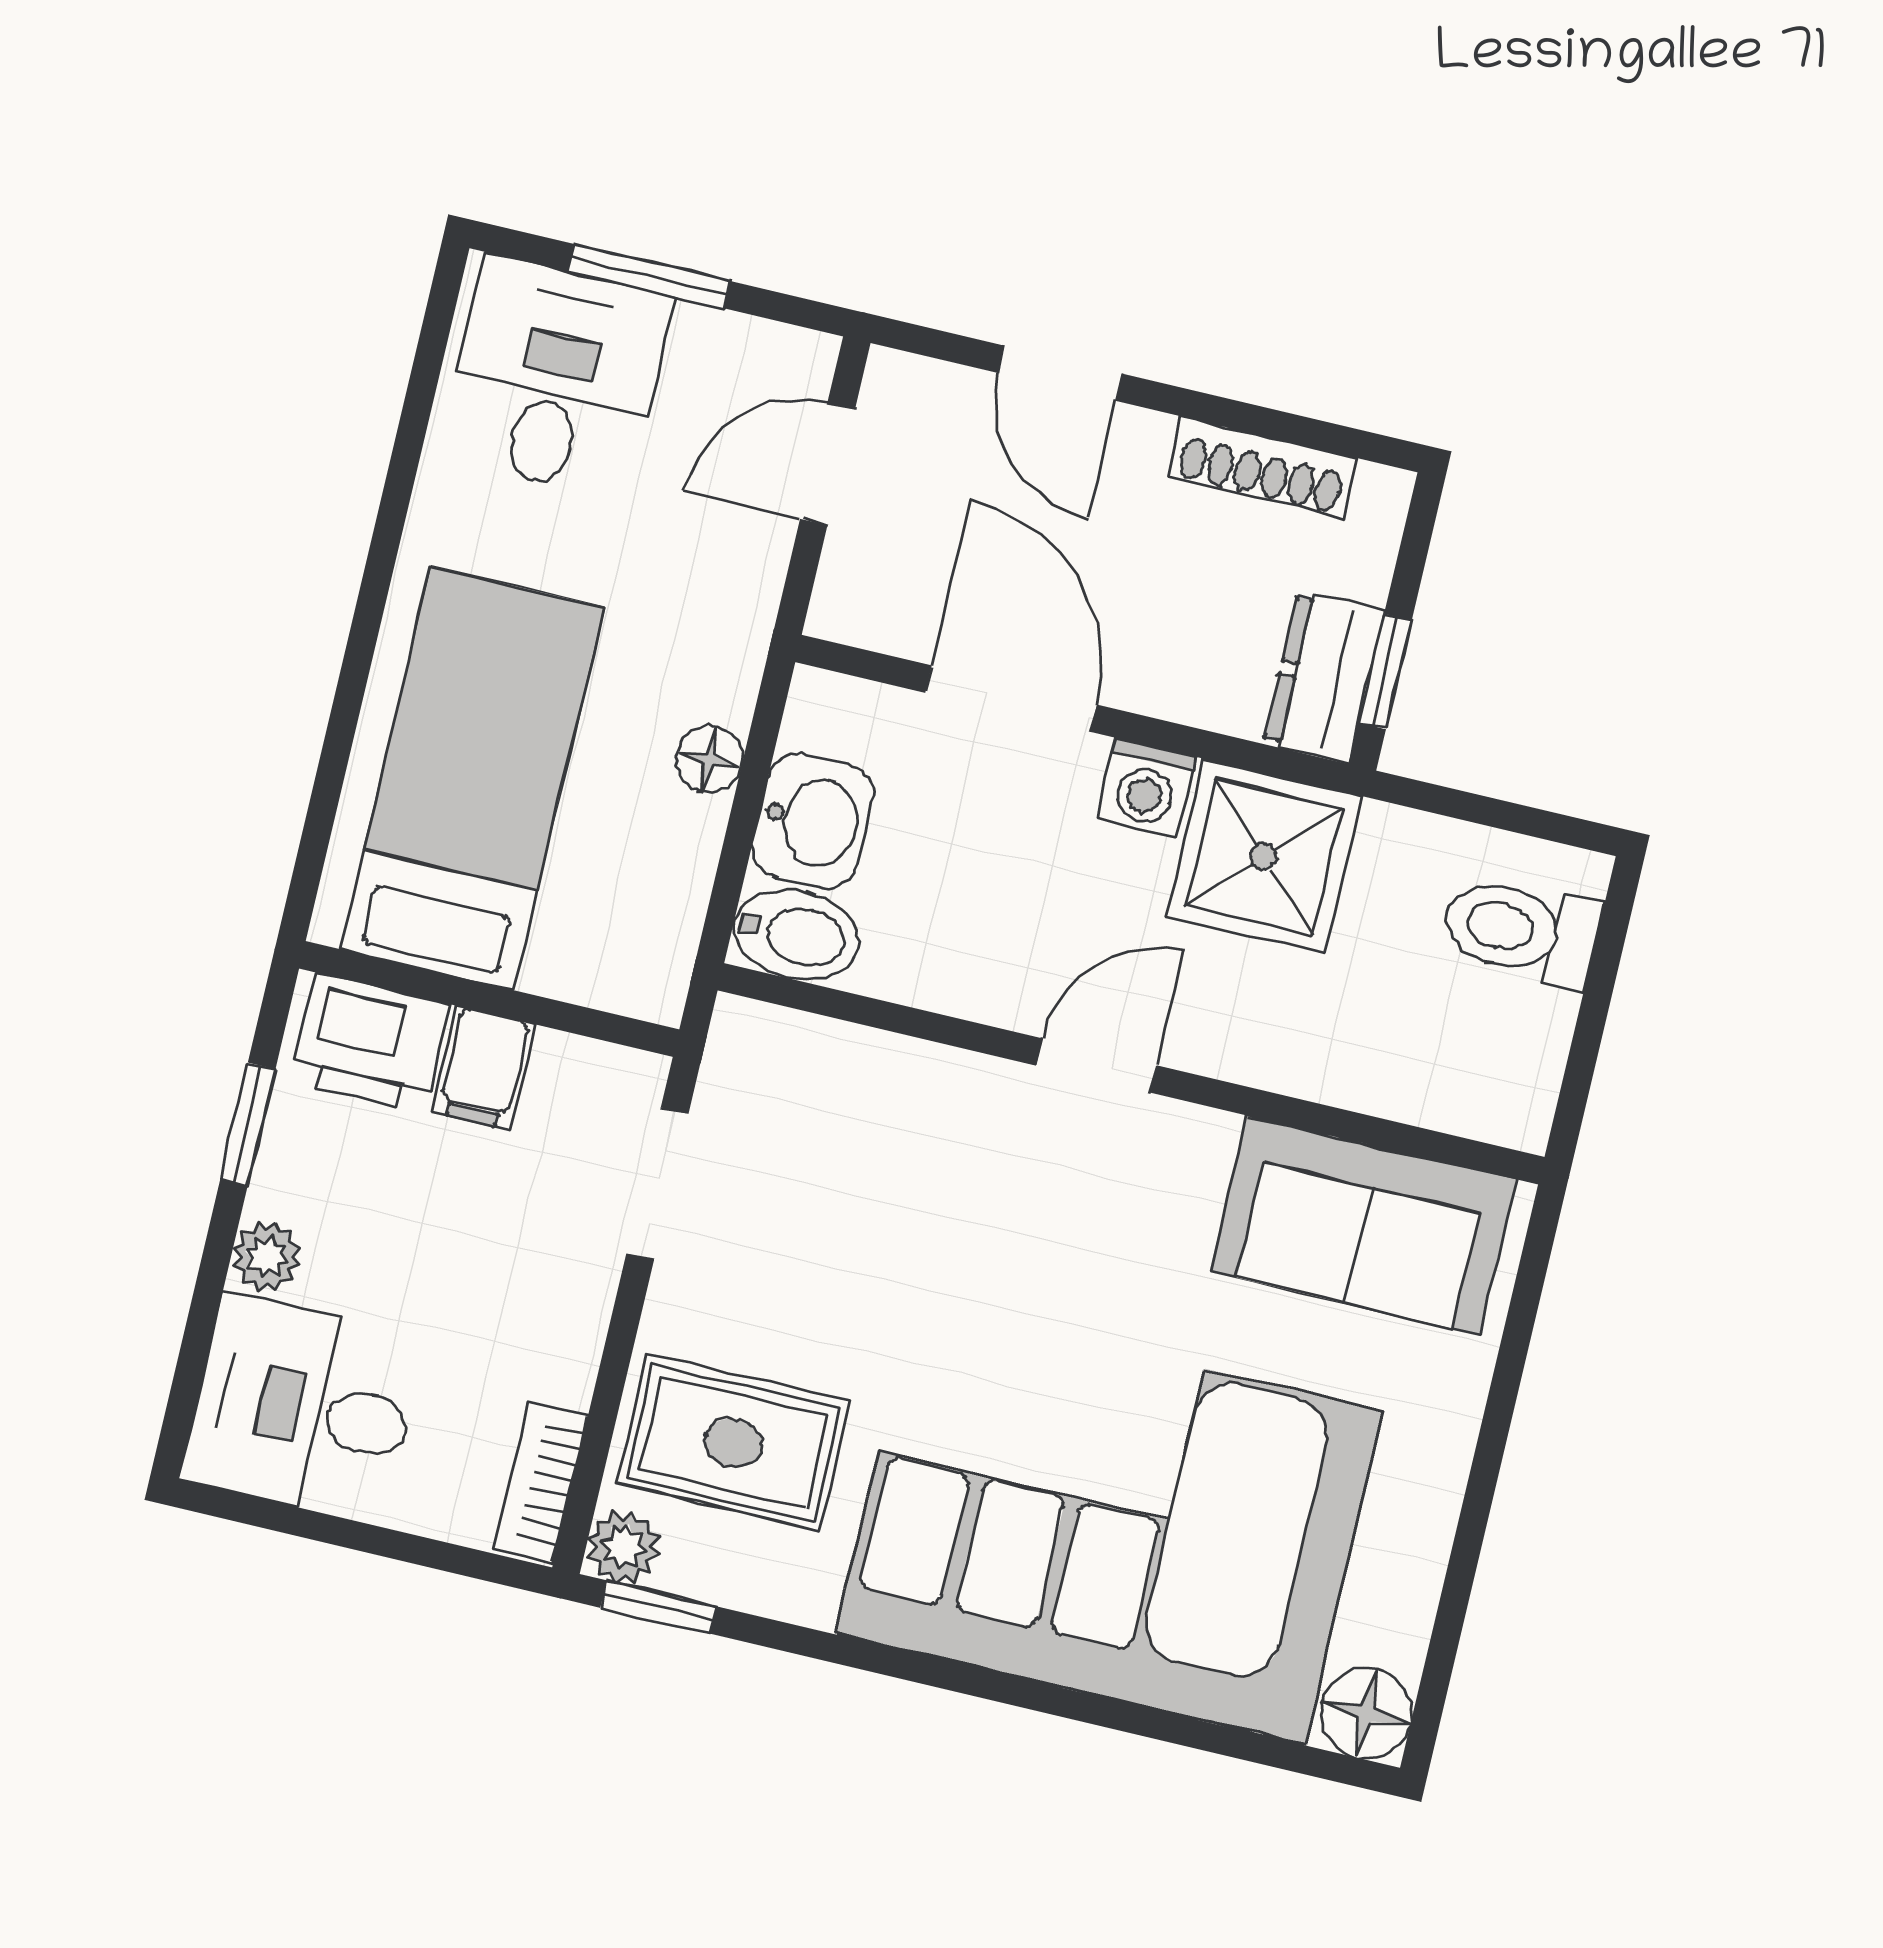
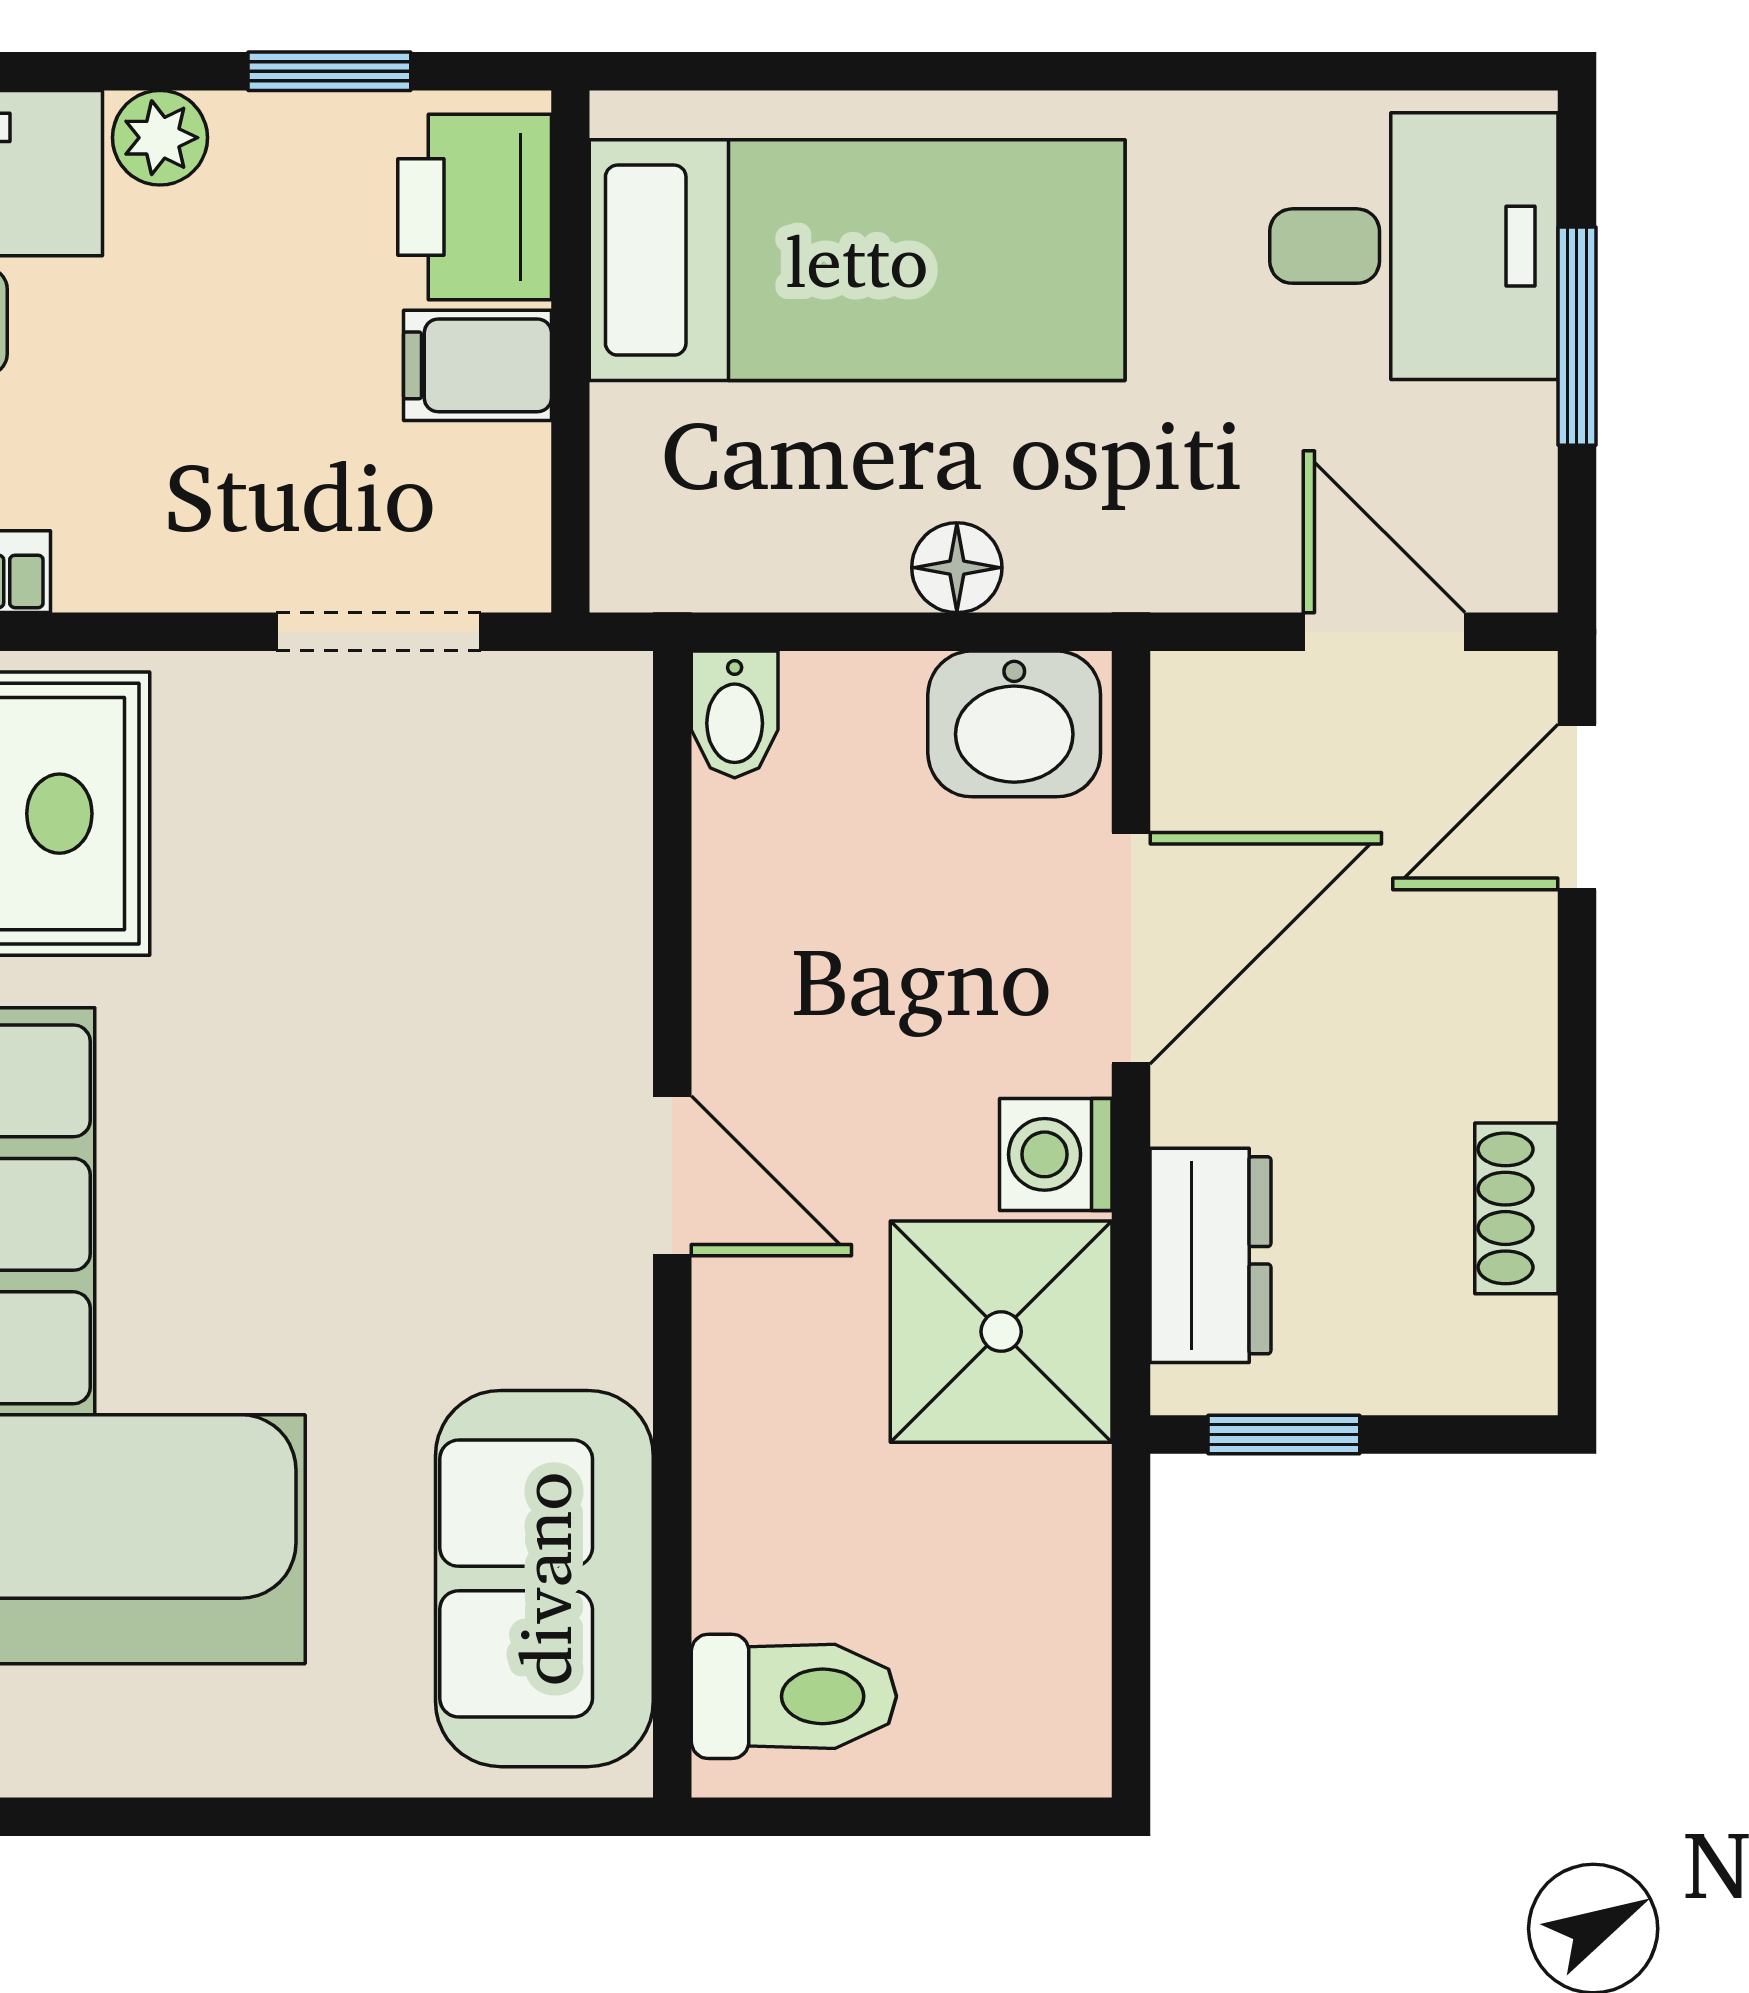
door: (1060, 373) -> (1577, 807), moved
shoe rack: (1262, 467) -> (1516, 1208), width x0.70
dresser: (1324, 677) -> (1210, 1255), moved, turned 90
washbasin: (813, 821) -> (1014, 724), moved
toilet: (1521, 931) -> (794, 1696), moved, turned 90
bidet: (796, 935) -> (735, 714), width x0.72, depth x0.74

